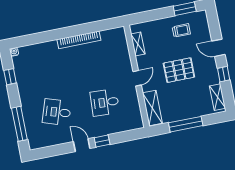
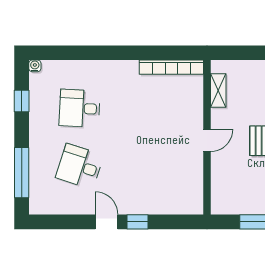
bookcase: (79, 40) -> (171, 67), moved
desk: (105, 102) -> (80, 108), moved
shelving: (152, 108) -> (221, 188), removed

